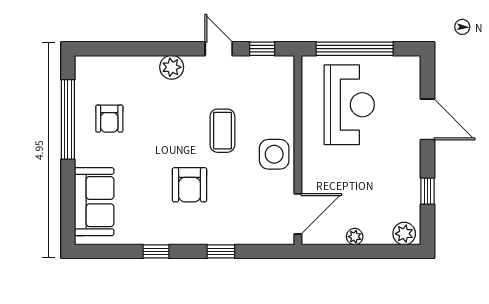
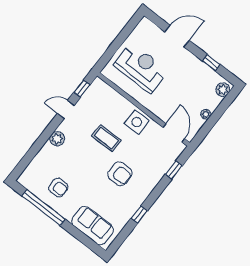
window: (355, 49) -> (116, 45), removed
window: (221, 251) -> (174, 170), moved

